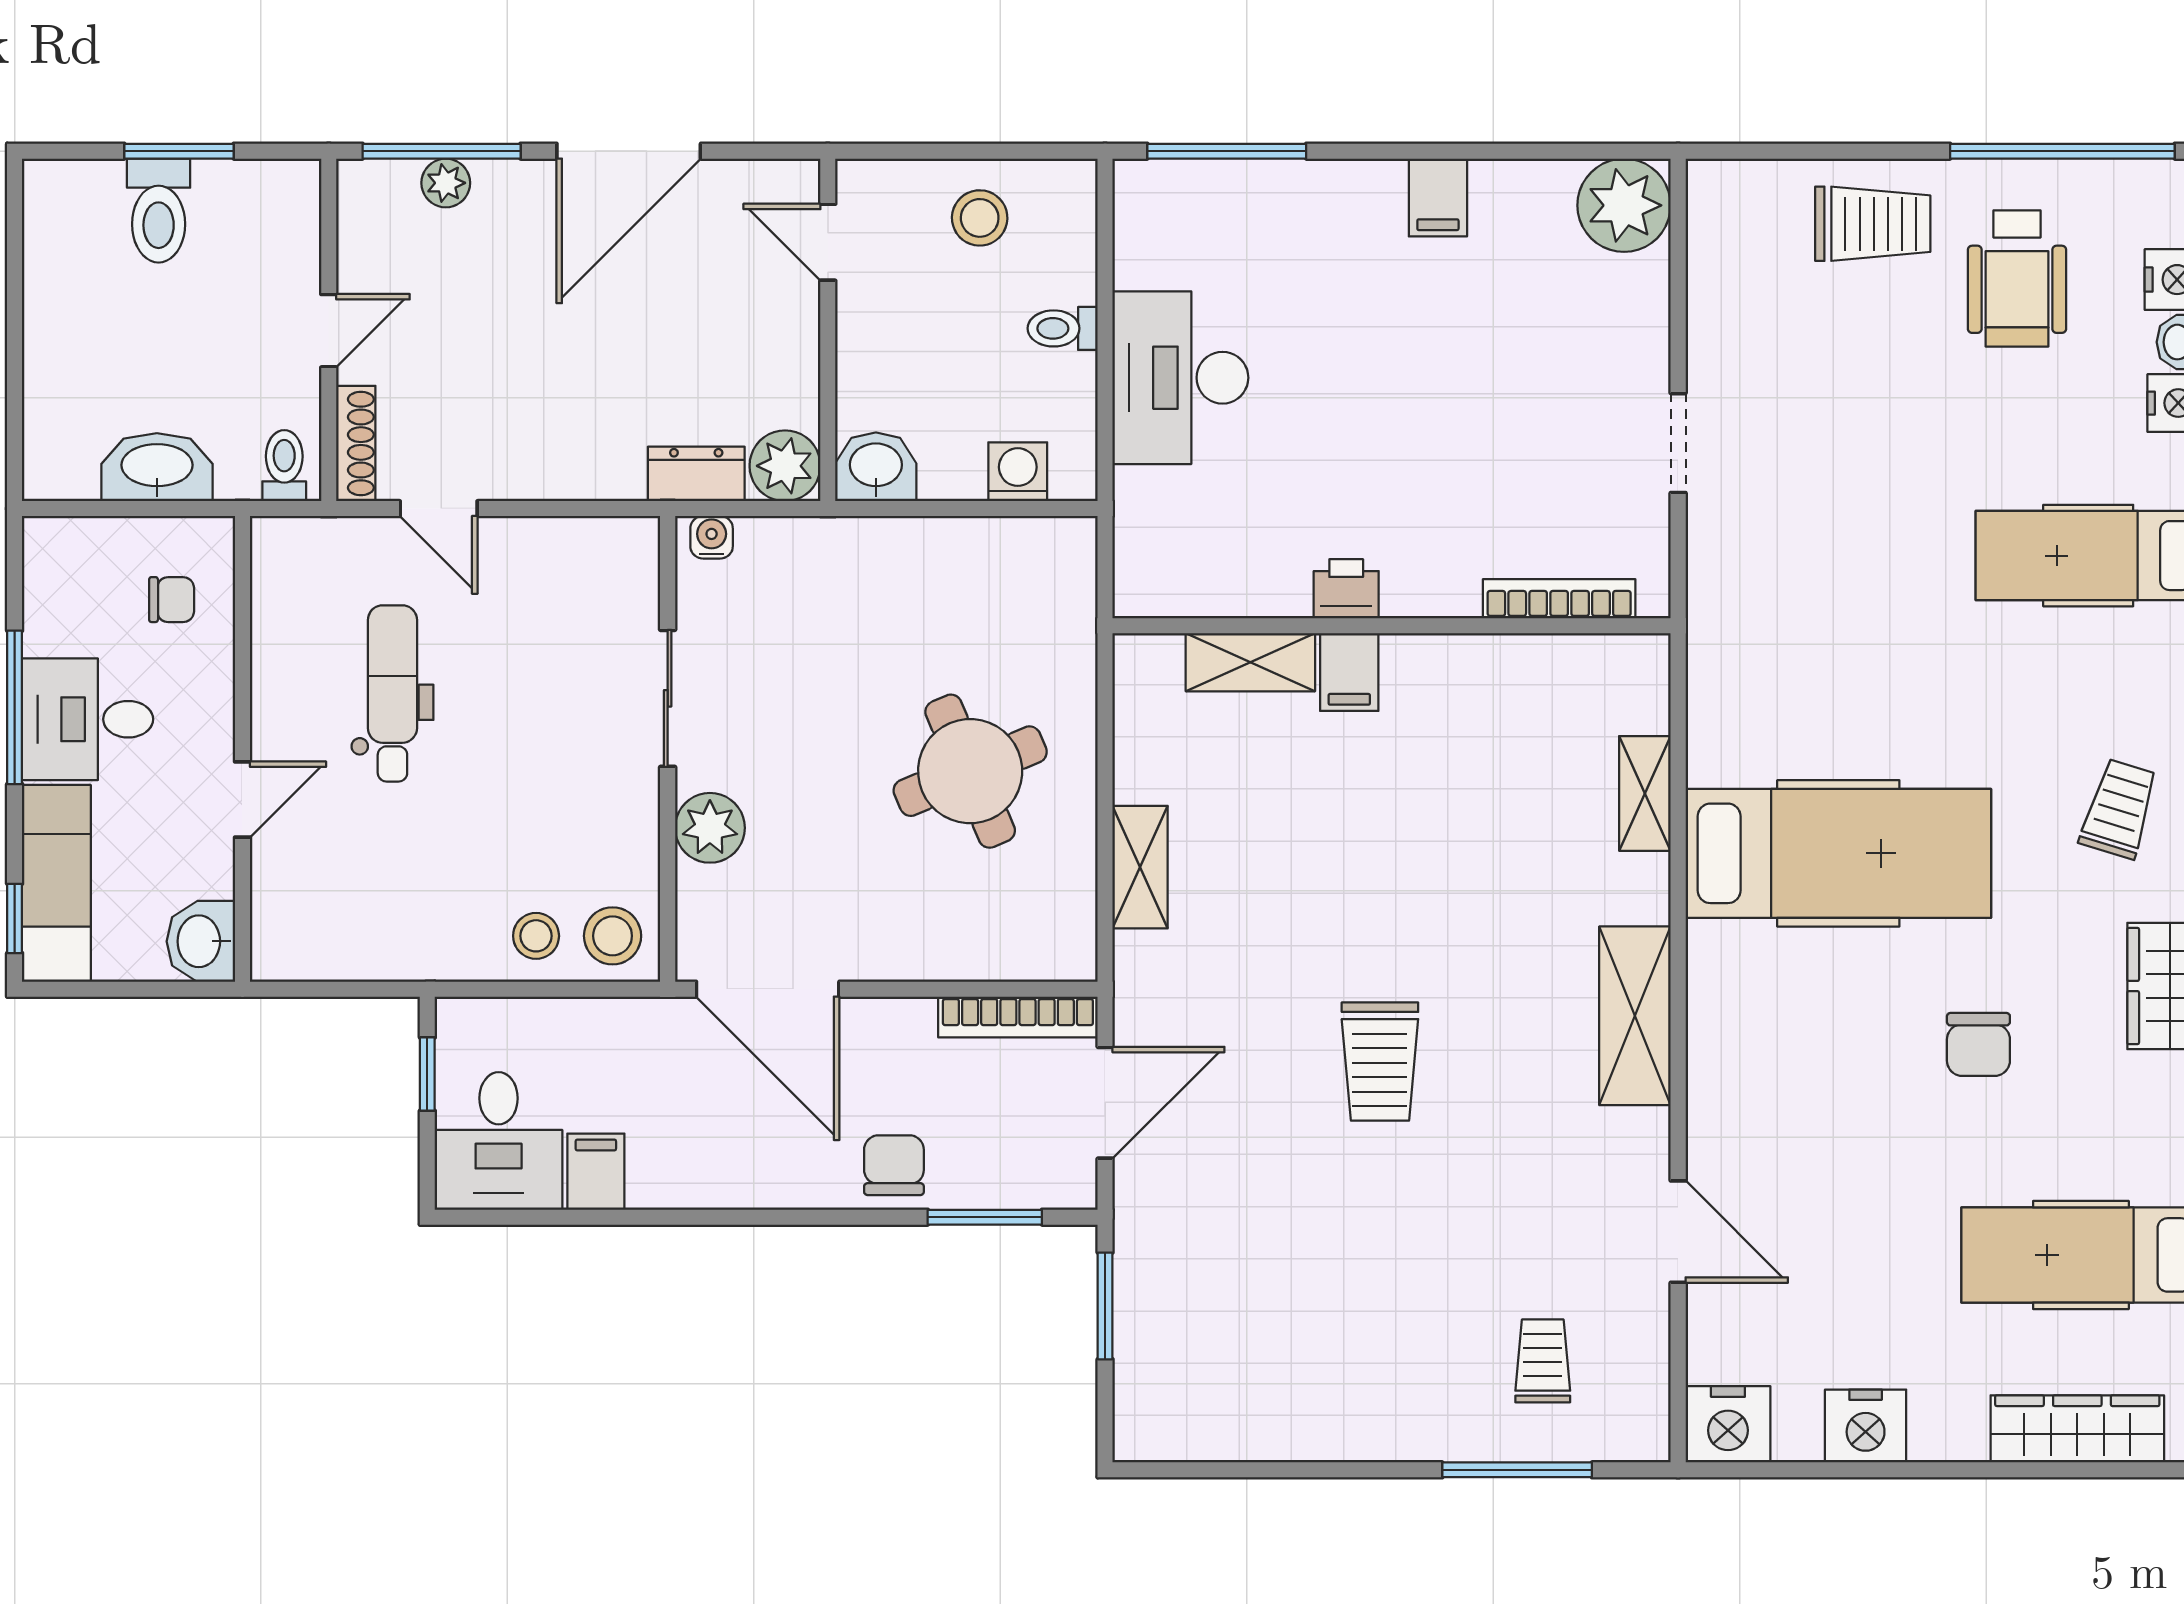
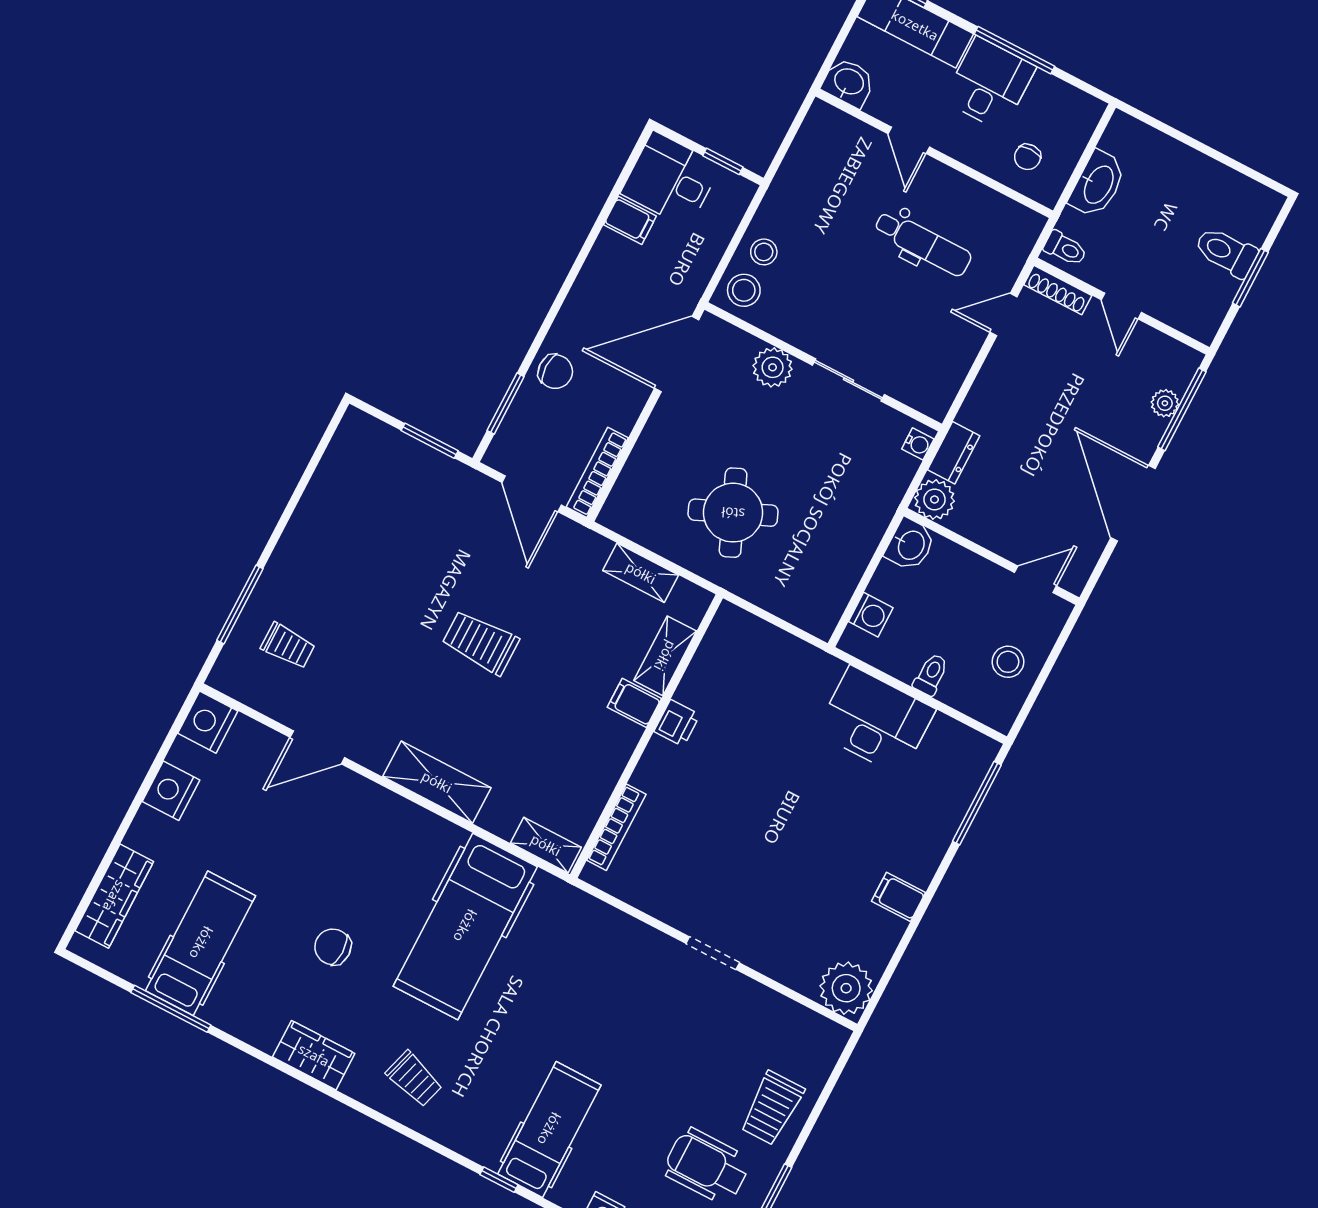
printer: (1346, 589) -> (677, 723), moved
bookcase: (1559, 599) -> (616, 827), moved
wall: (1392, 626) -> (647, 736), moved
shelving: (1250, 662) -> (665, 656), moved
filing cabinet: (1349, 672) -> (634, 703), moved

